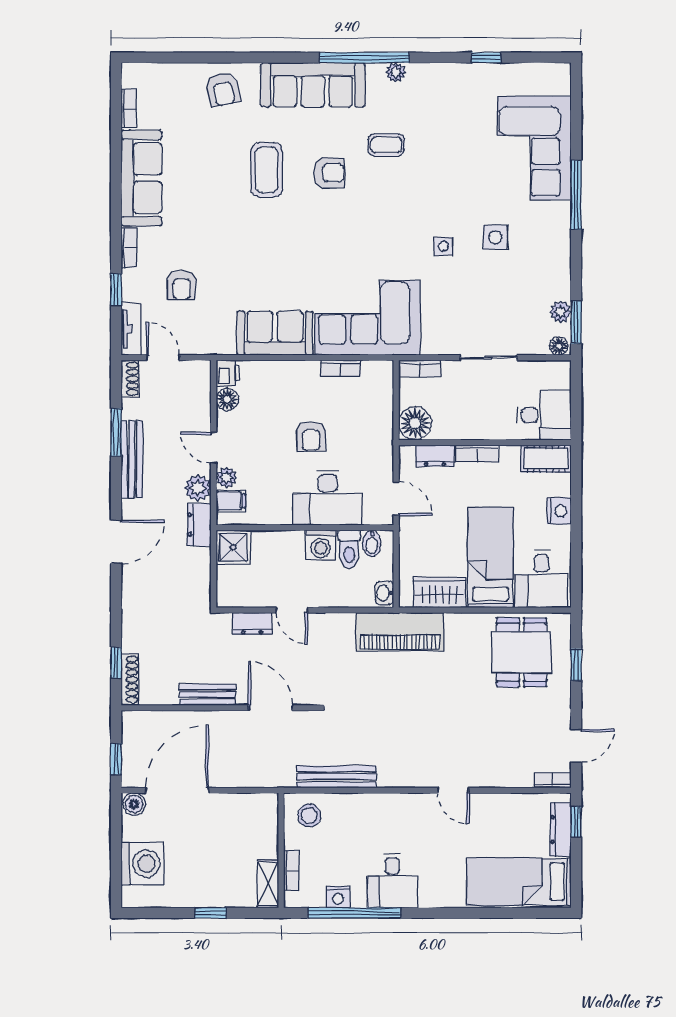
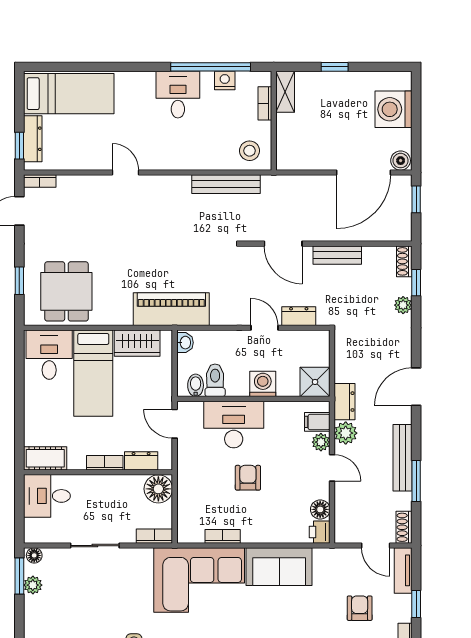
nightstand: (559, 511) -> (34, 413), removed
washing machine: (321, 545) -> (263, 384), moved
plant: (131, 636) -> (403, 305), added
shoe rack: (130, 679) -> (404, 261), width x0.70

